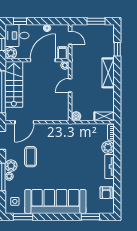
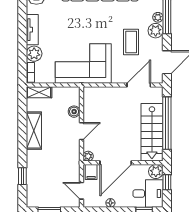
shelving: (108, 73) -> (34, 131), moved
boiler: (76, 116) -> (74, 112), moved
corner sofa: (69, 139) -> (83, 64), added

